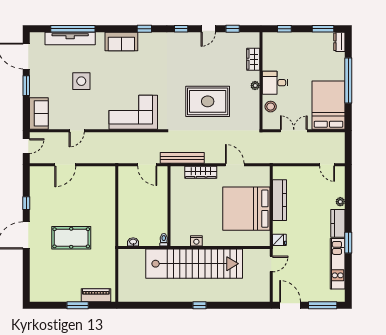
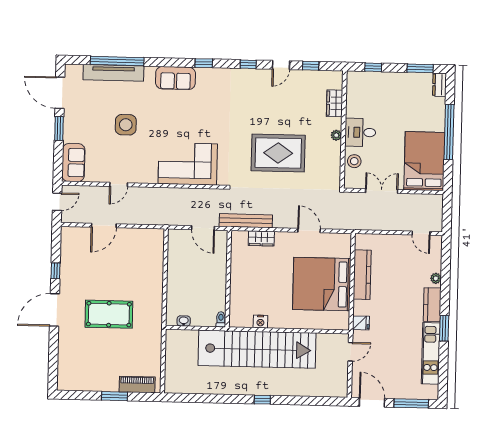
wardrobe: (201, 172) -> (261, 238), width x0.67

